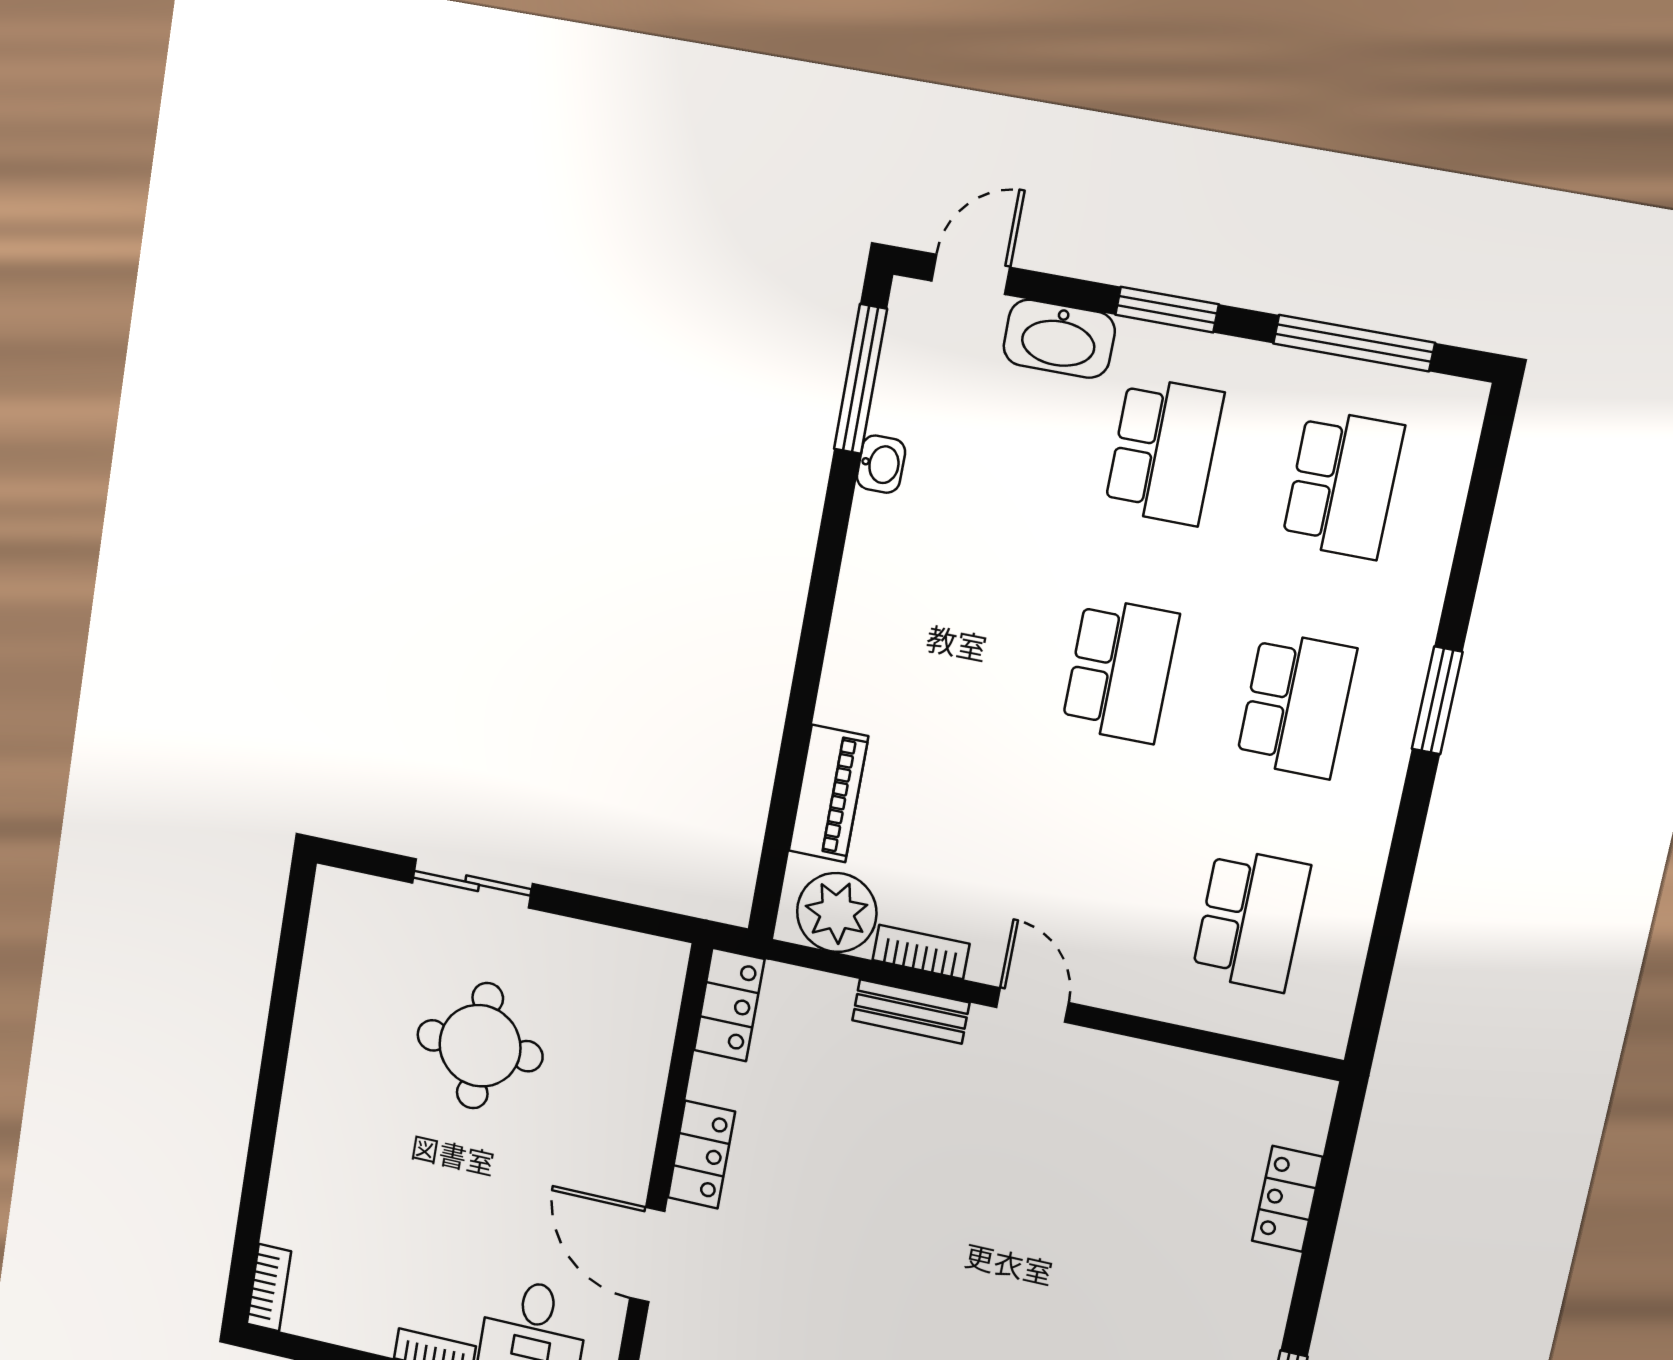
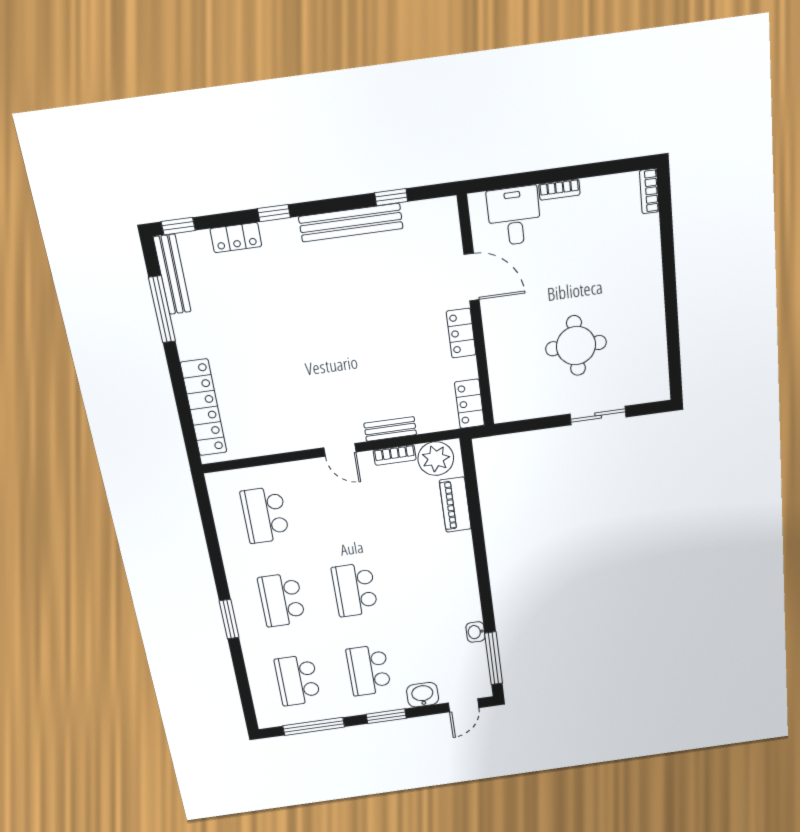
washbasin: (1059, 339) -> (423, 695), width x0.72
locker: (1287, 1199) -> (204, 408), width x2.16, depth x1.21

